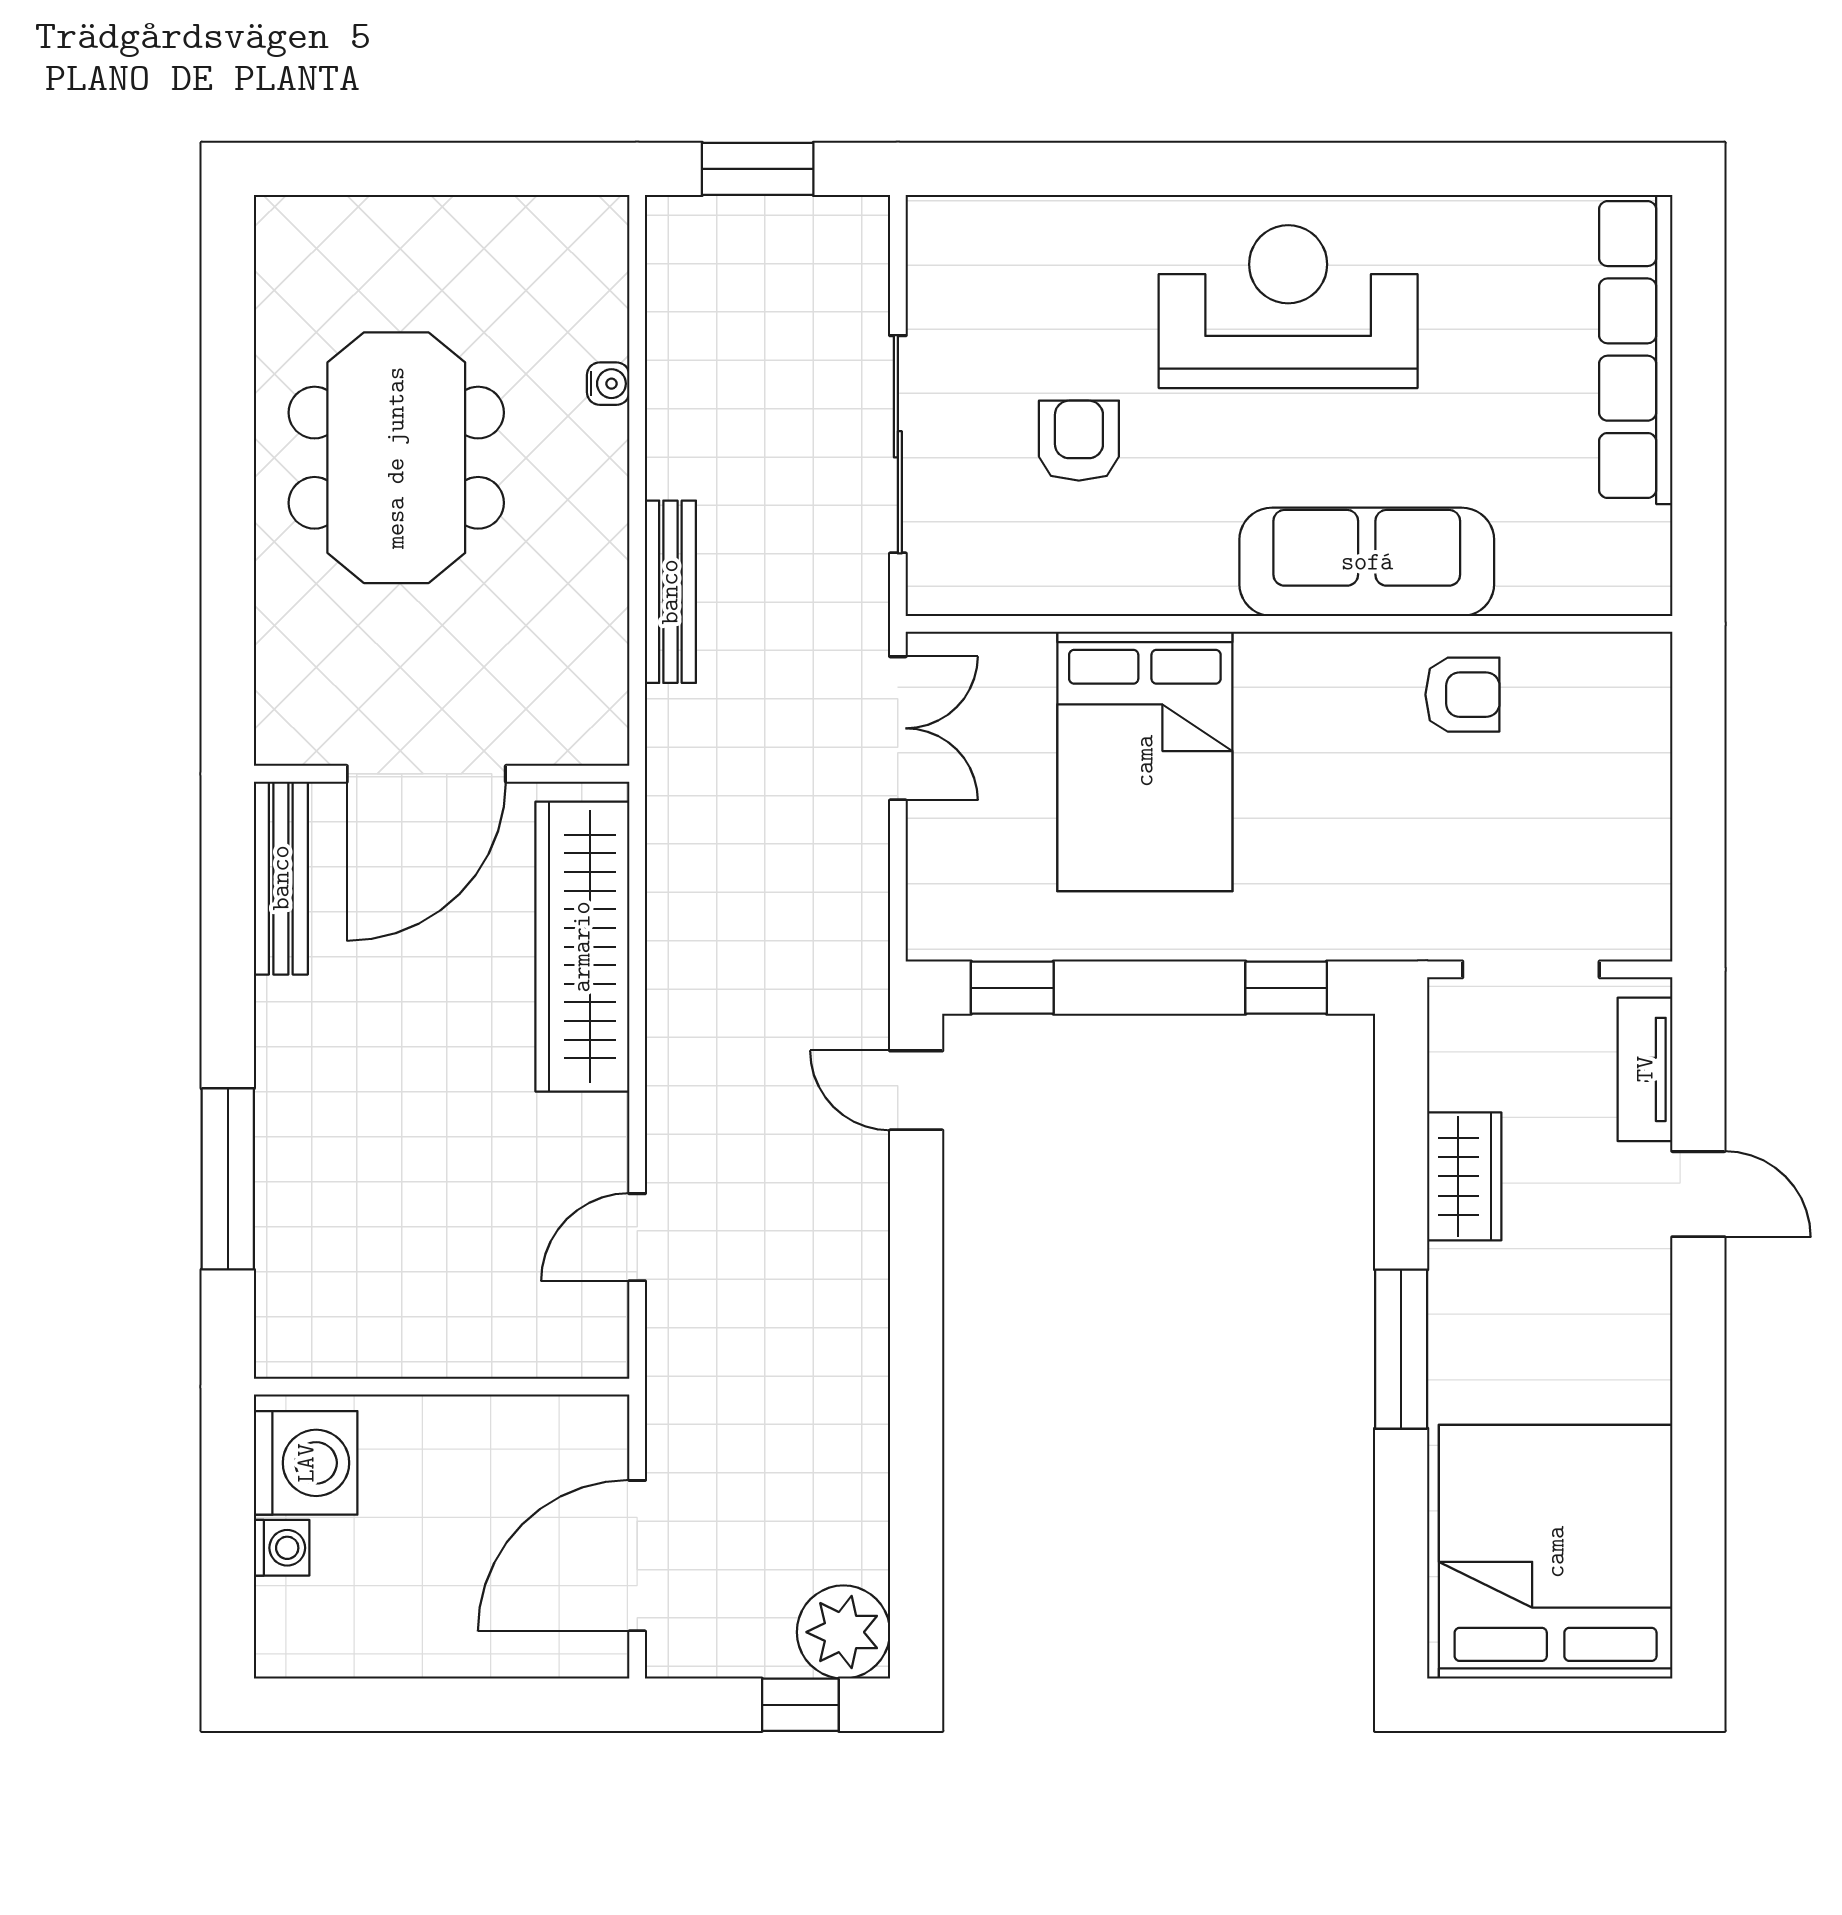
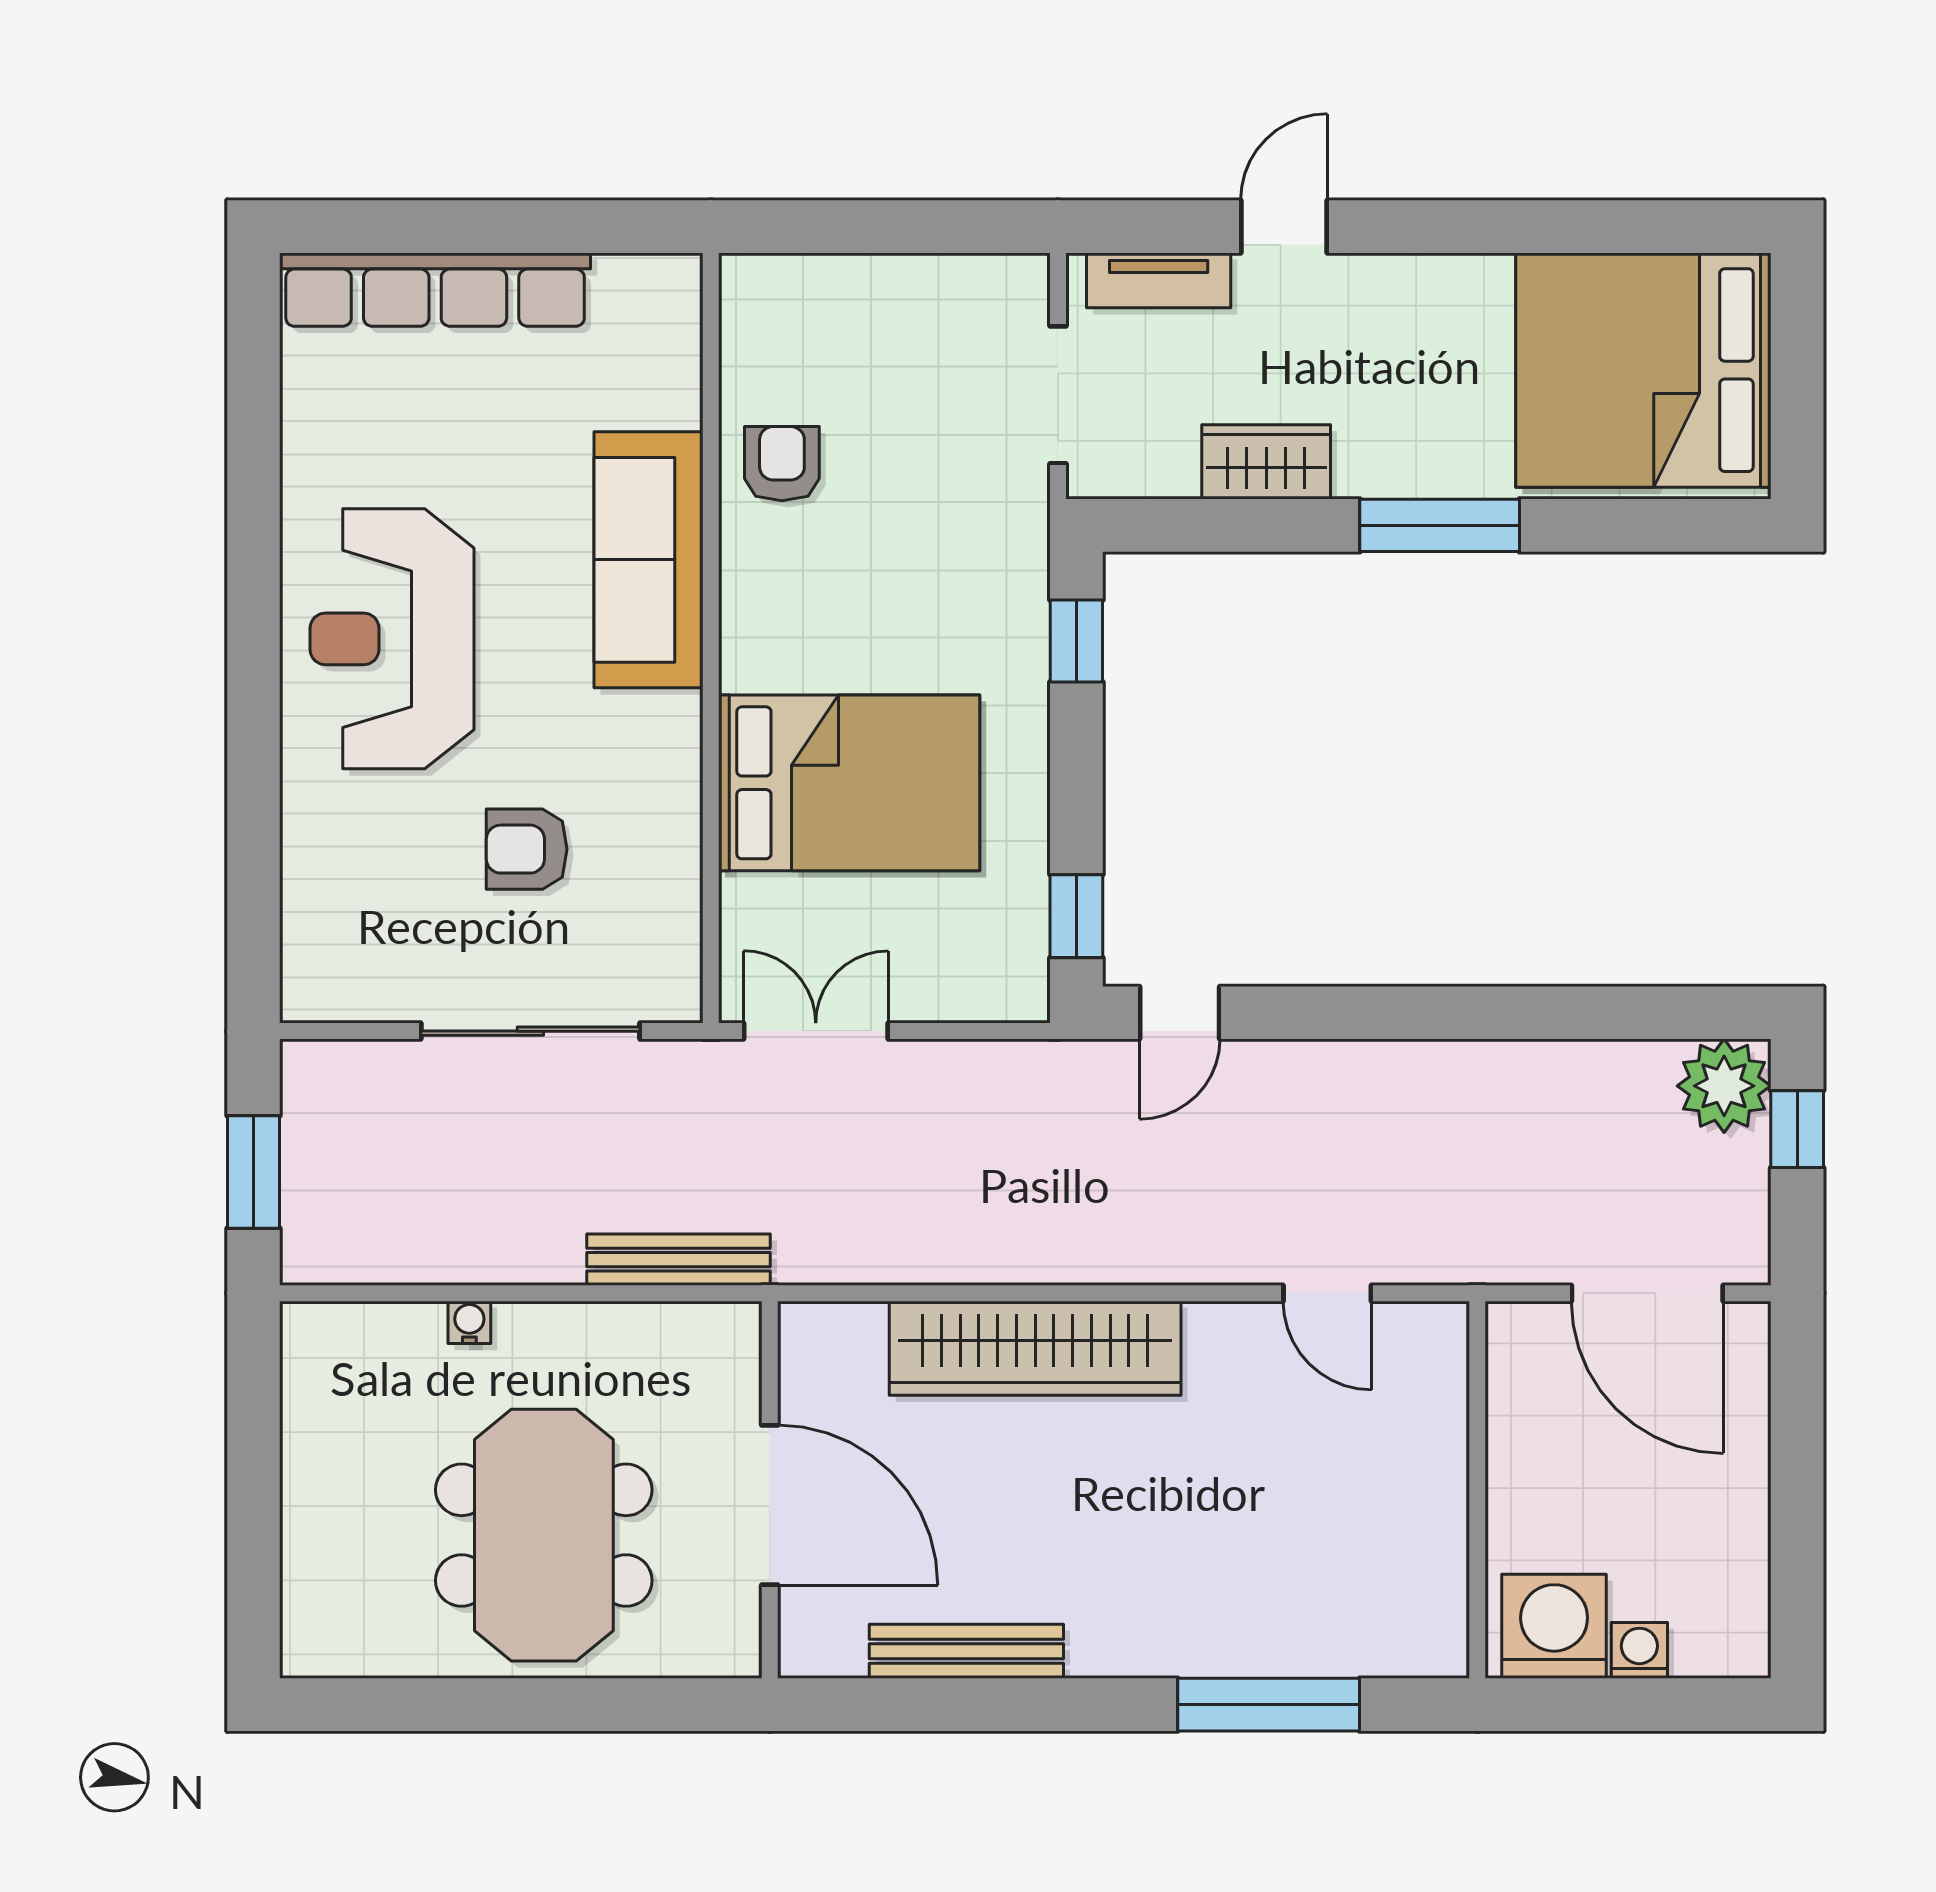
meeting table: (396, 458) -> (544, 1535), turned 90
door: (426, 774) -> (770, 1505), moved
wall: (442, 774) -> (770, 1490), moved

